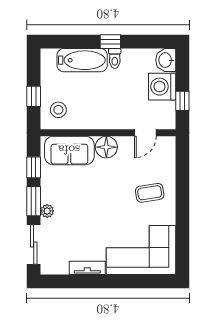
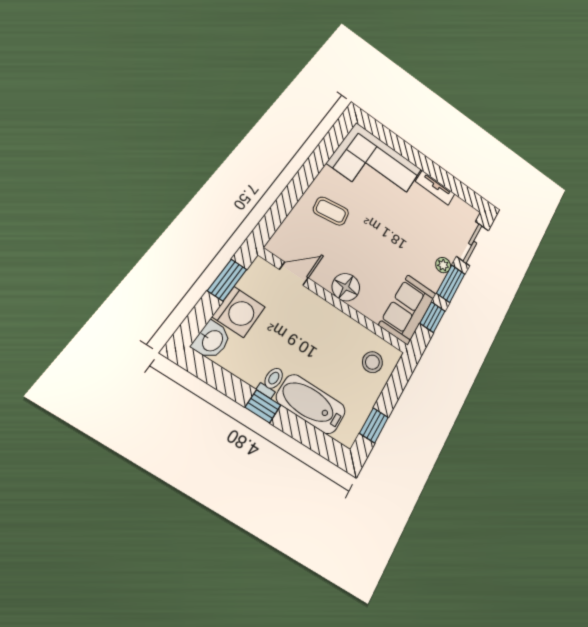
window: (34, 96) -> (374, 425), moved
window: (182, 101) -> (227, 280), width x1.50
sofa: (69, 150) -> (408, 309), moved, turned -90

